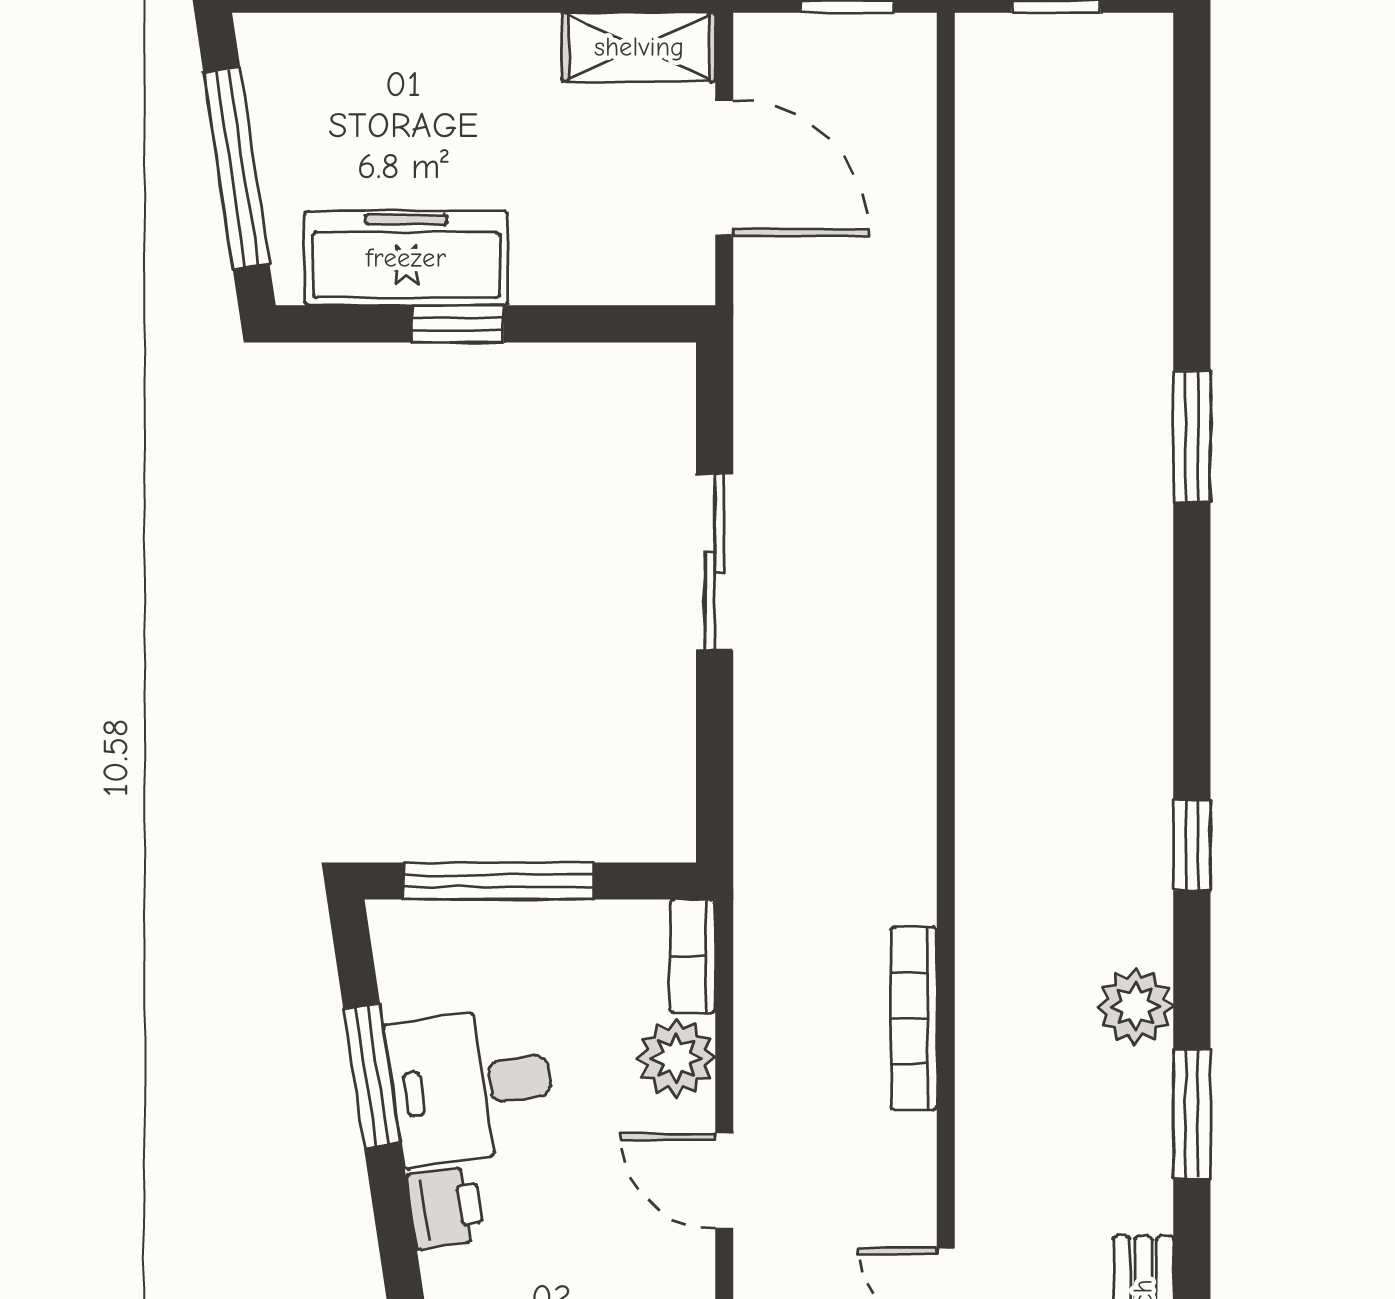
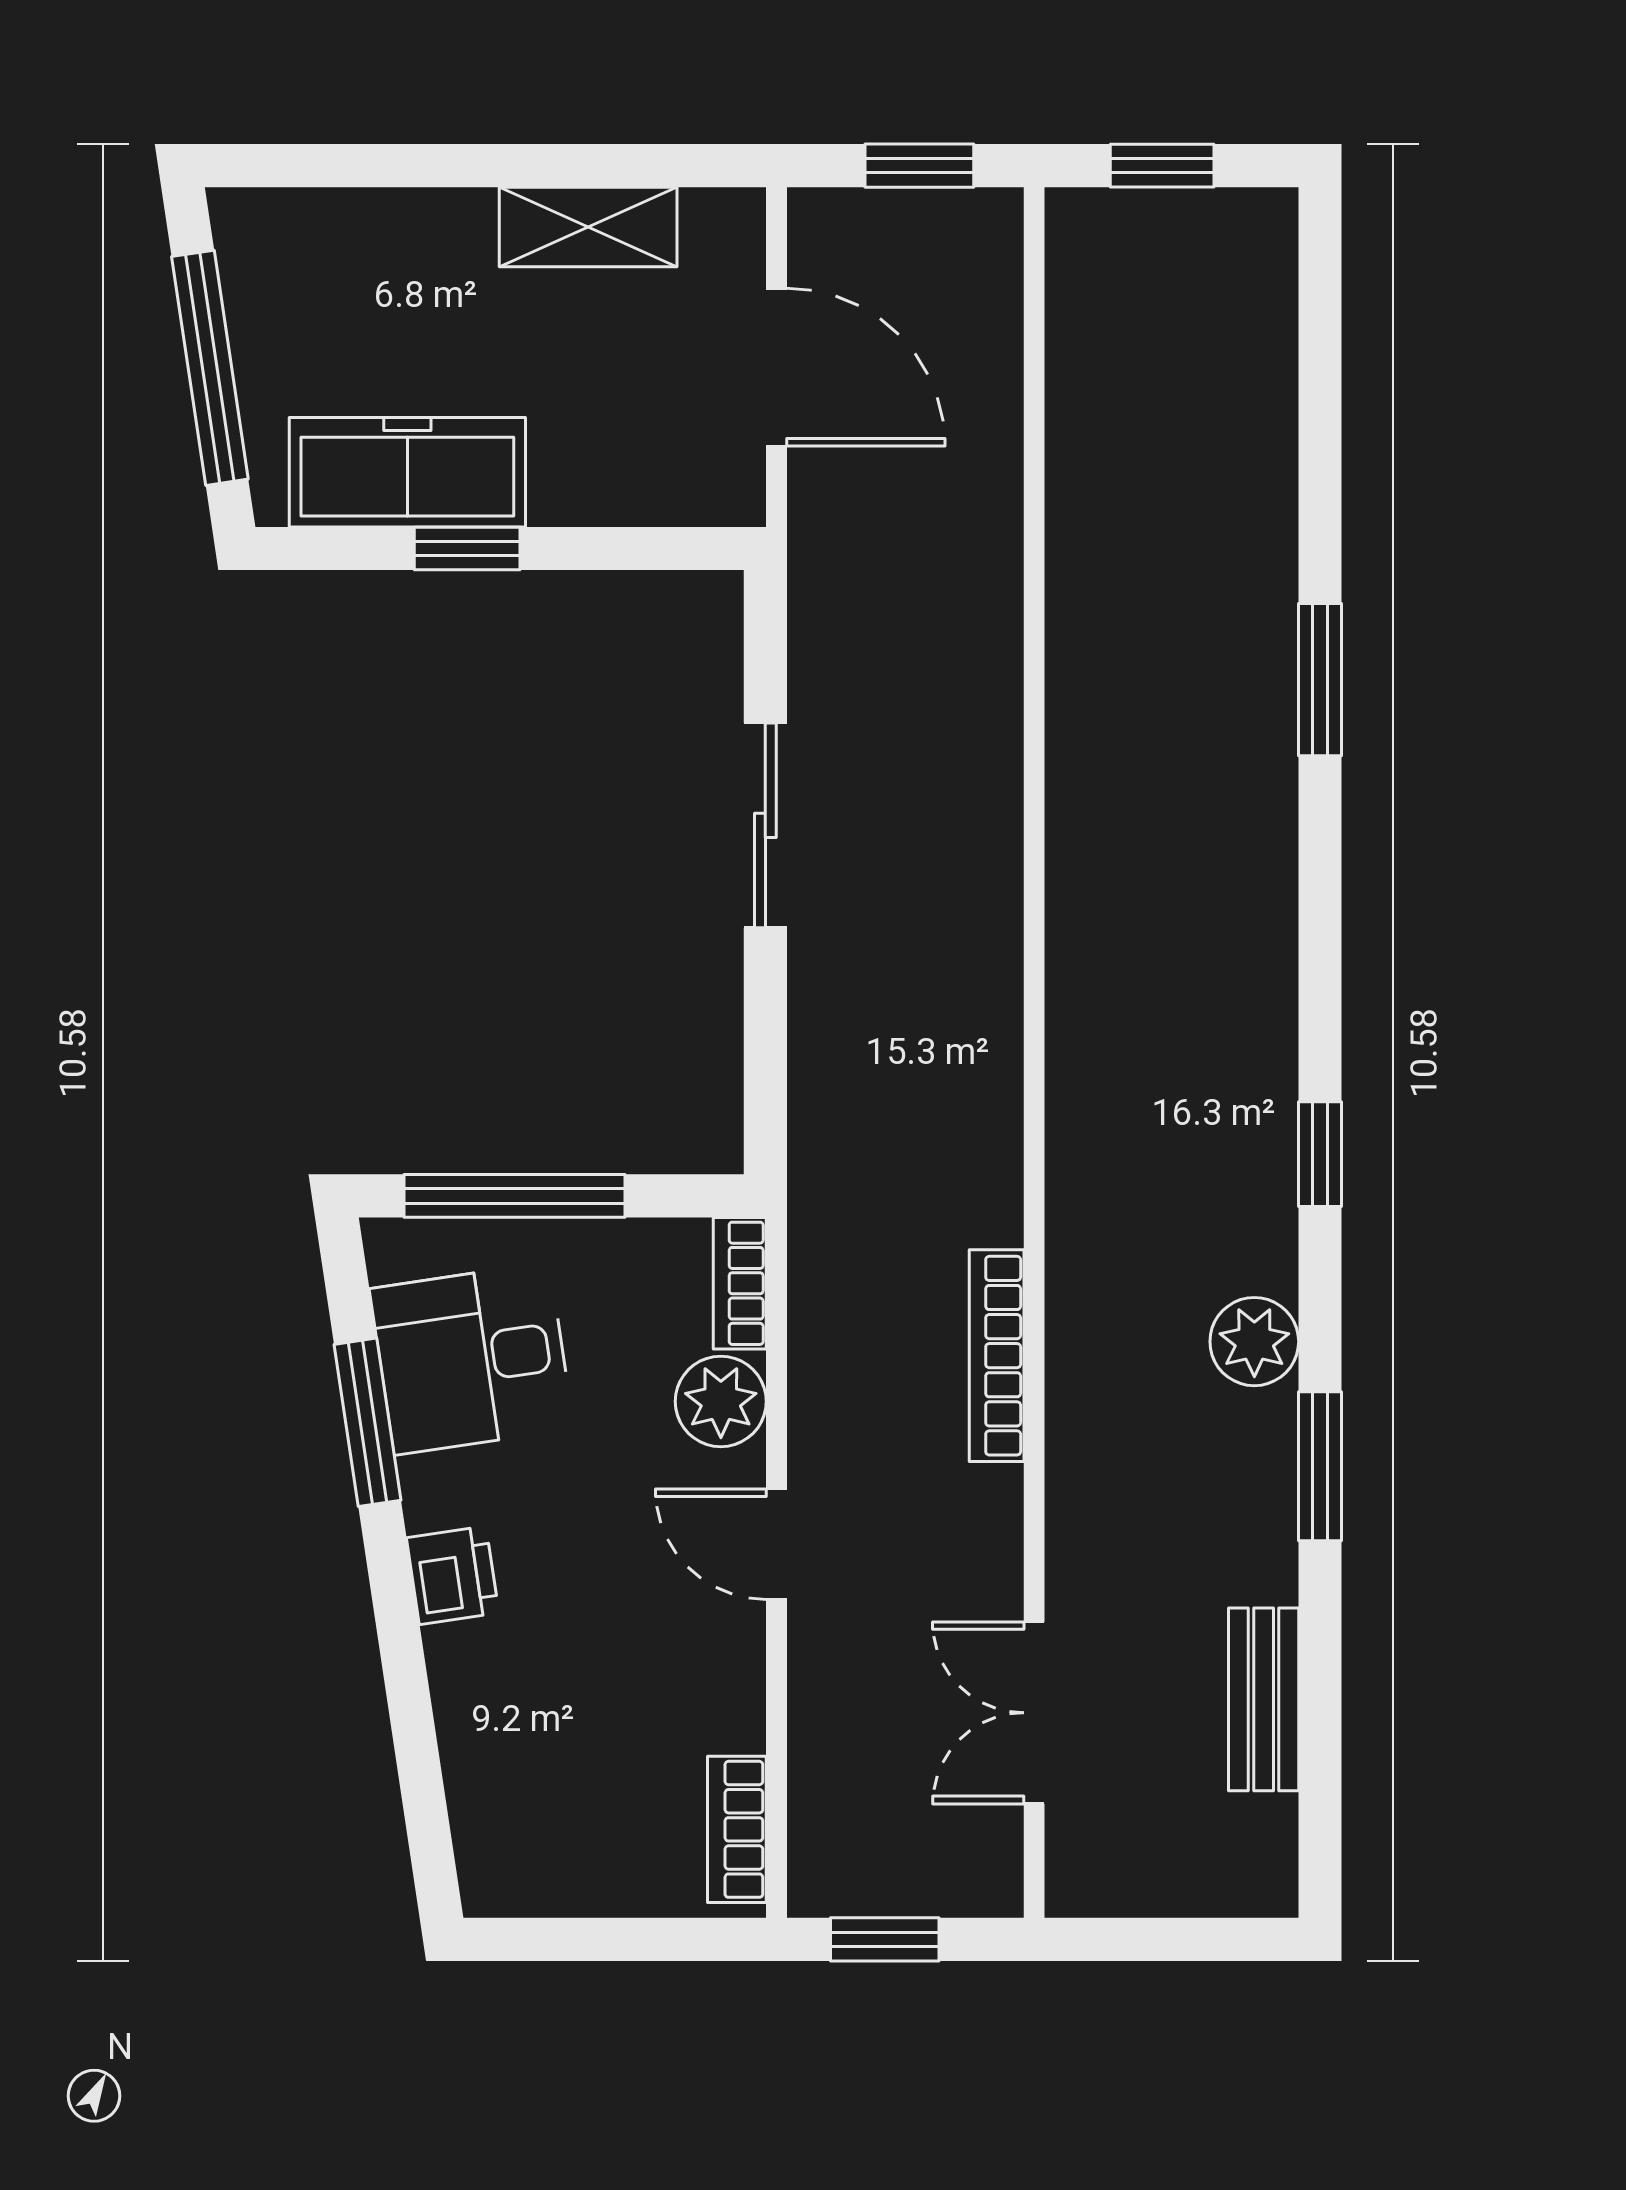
shelving: (639, 47) -> (588, 227), moved
desk: (472, 1086) -> (472, 1359), moved

